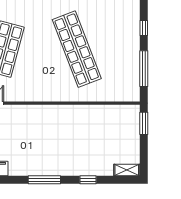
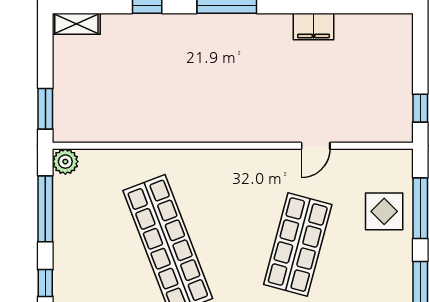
plant: (133, 95) -> (65, 162), added

